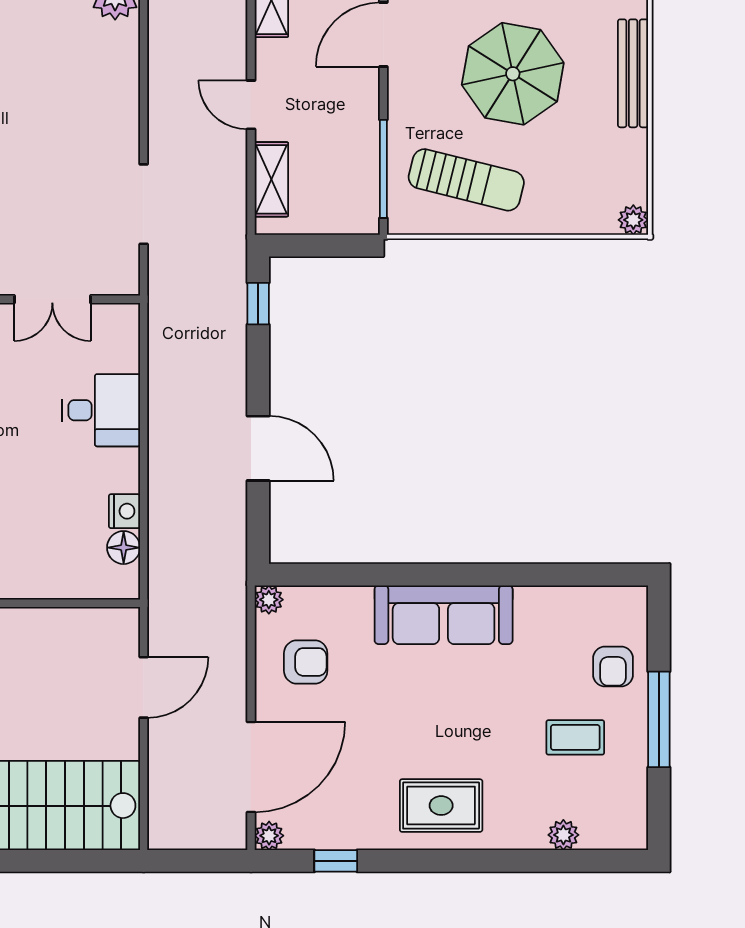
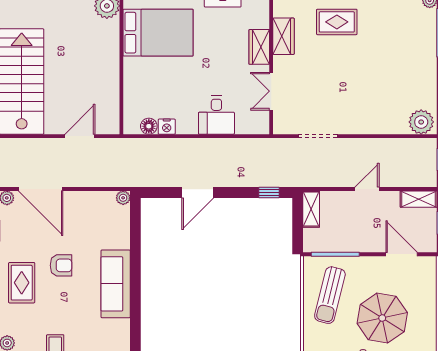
shelving: (271, 179) -> (311, 209), moved, turned 90
armchair: (306, 662) -> (61, 265), moved, turned -90
door: (144, 687) -> (80, 136), swing flipped

